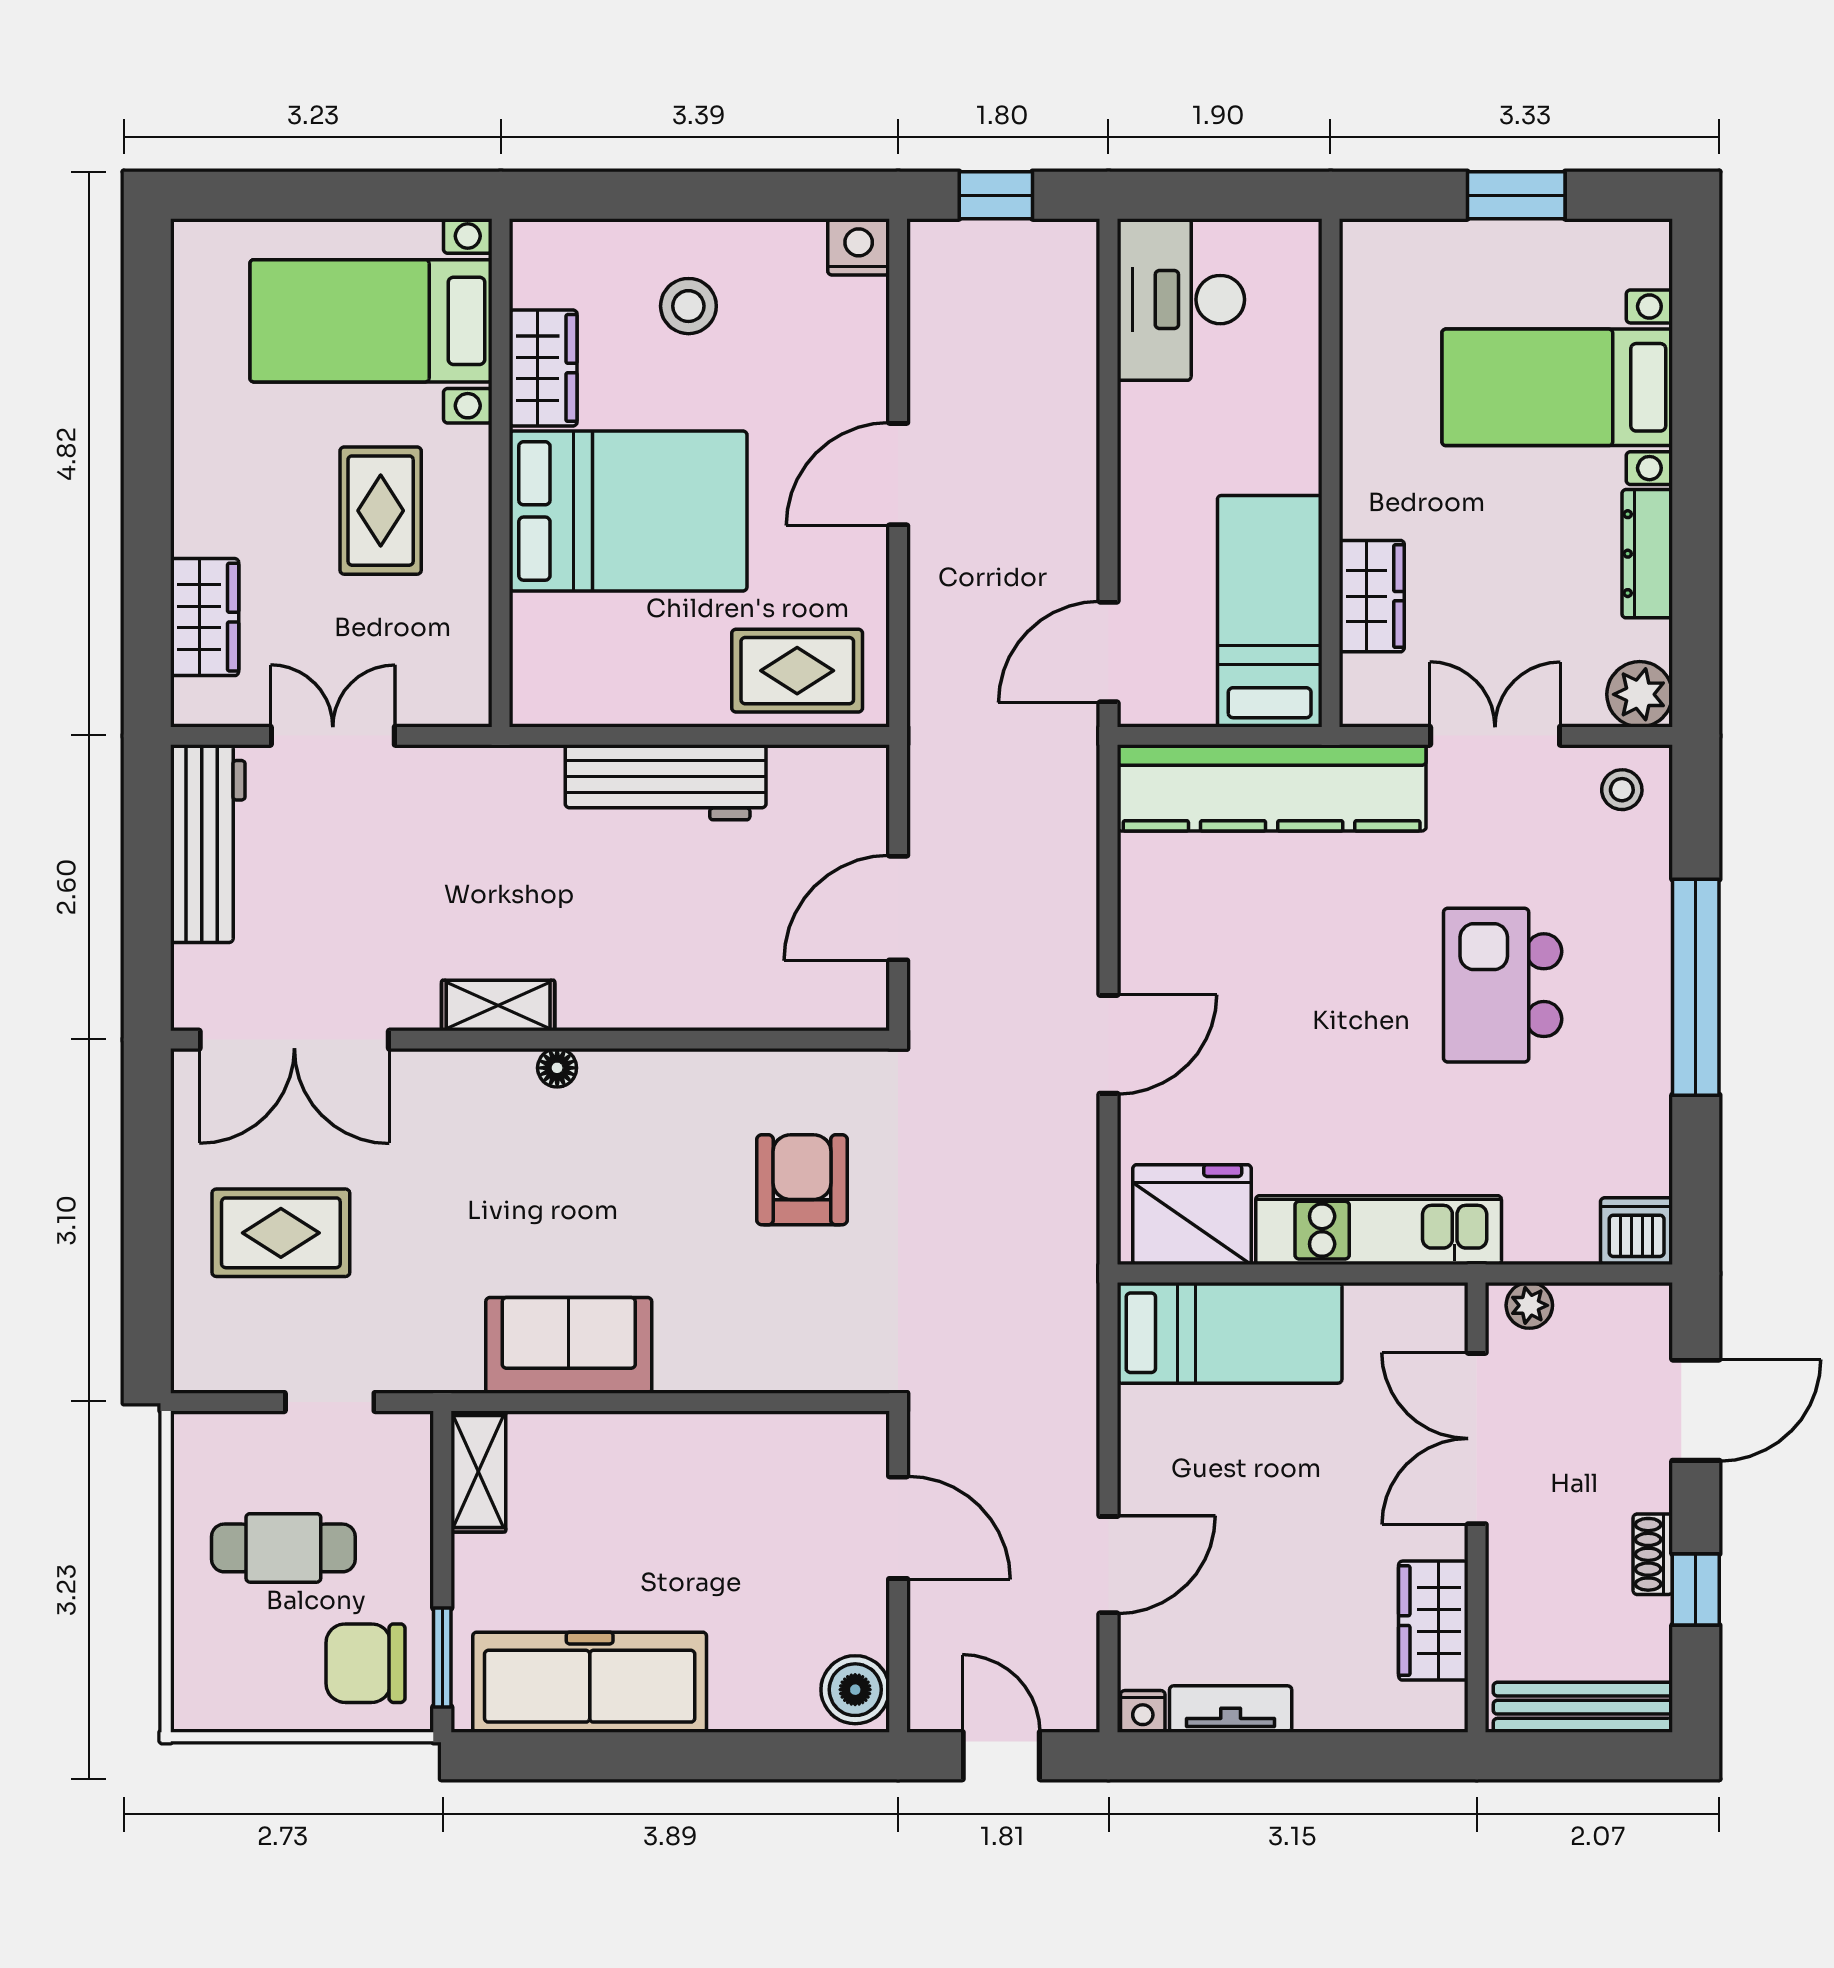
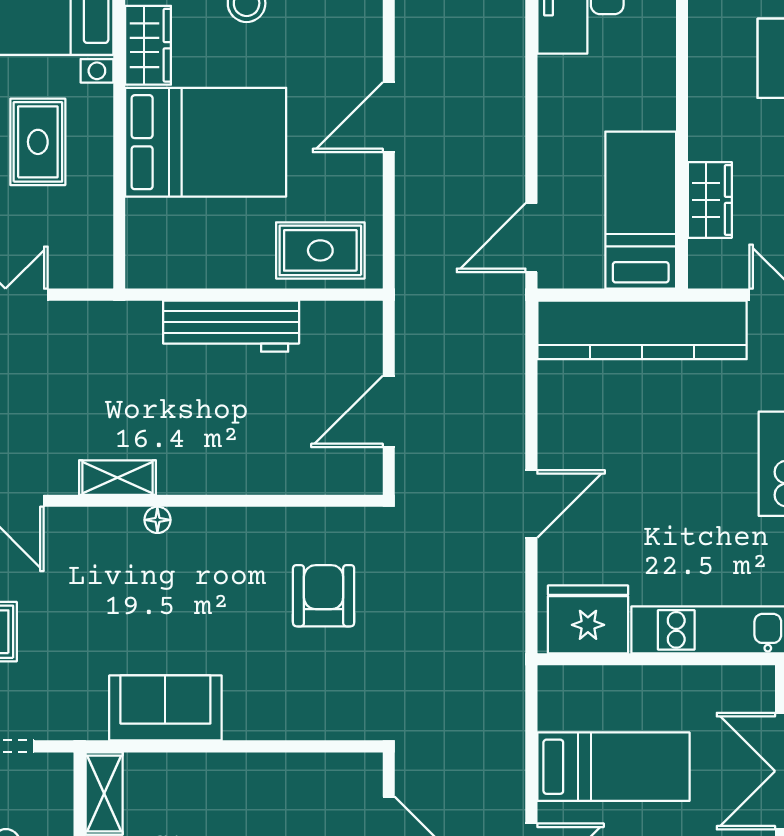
bed: (1230, 1333) -> (613, 767), moved

